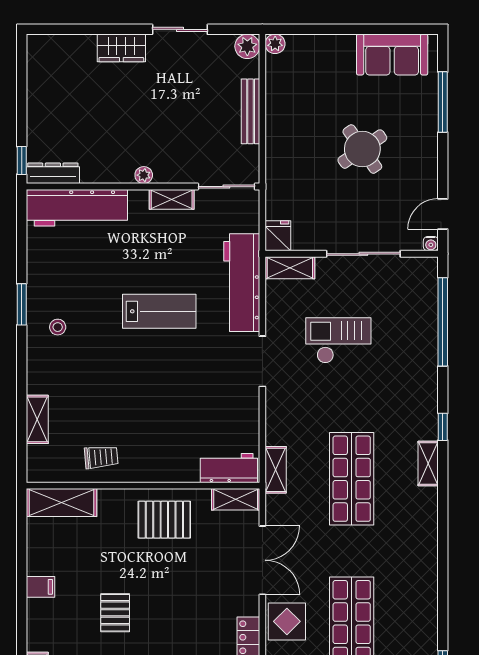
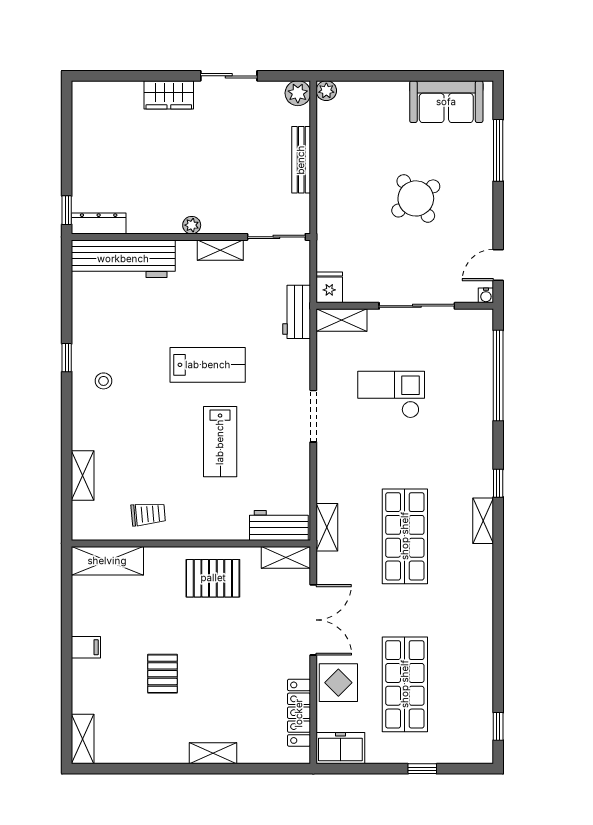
workbench: (242, 283) -> (297, 312), width x0.53, depth x0.76
window: (22, 304) -> (67, 358), width x0.67
lab bench: (171, 386) -> (220, 442), added

